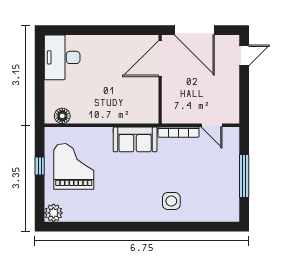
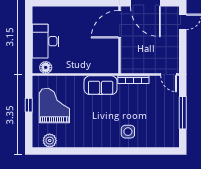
desk: (62, 57) -> (46, 41), moved
door: (212, 125) -> (169, 75), moved
plant: (54, 213) -> (50, 141), moved

